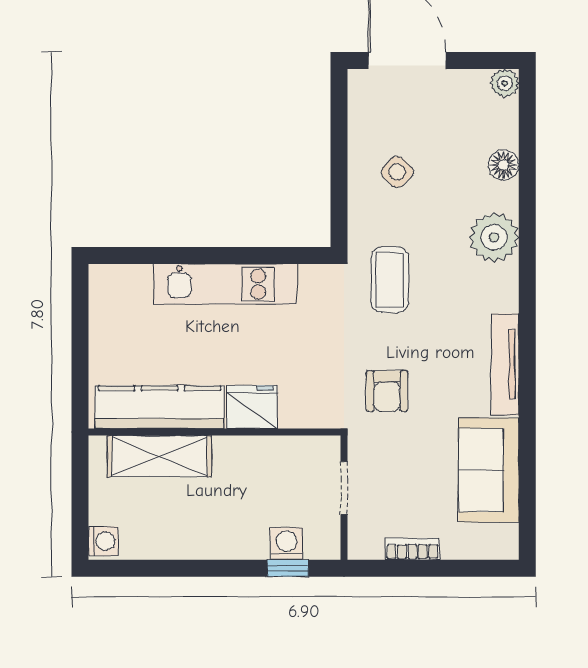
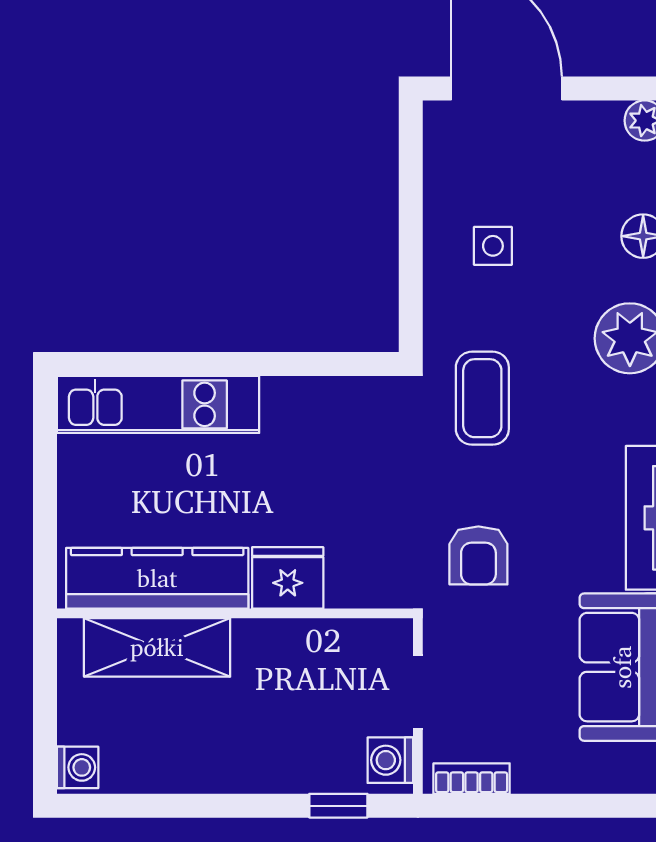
side table: (397, 172) -> (493, 246), turned 45
kitchen unit: (225, 284) -> (158, 404), moved
washing machine: (286, 544) -> (390, 760), moved, turned -90
bookcase: (412, 549) -> (472, 779), moved

